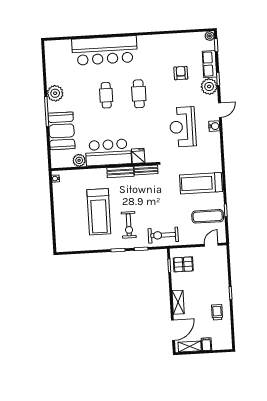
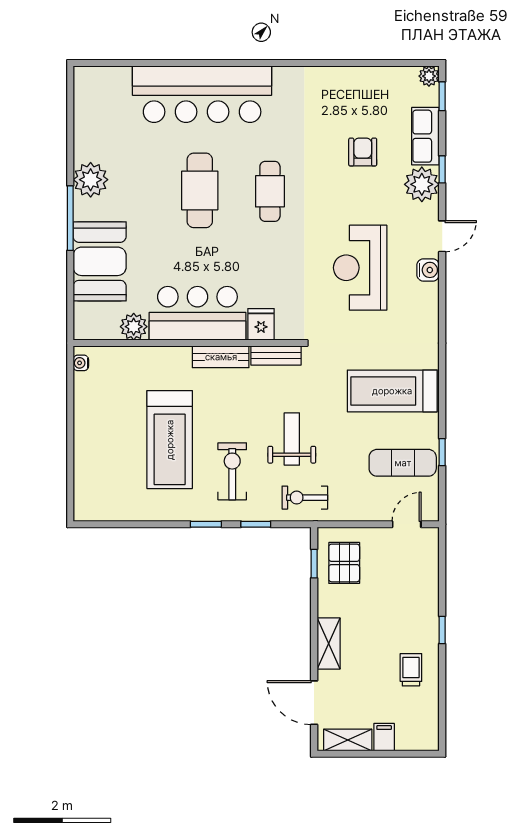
cafe table: (106, 95) -> (200, 190), width x1.37, depth x1.35
weight bench: (156, 208) -> (292, 439), added
exercise bike: (129, 225) -> (232, 471), turned 180
exercise bike: (163, 235) -> (305, 498), width x0.73, depth x0.72
pallet: (183, 264) -> (344, 563), turned 90
door: (173, 330) -> (314, 703), swing flipped

